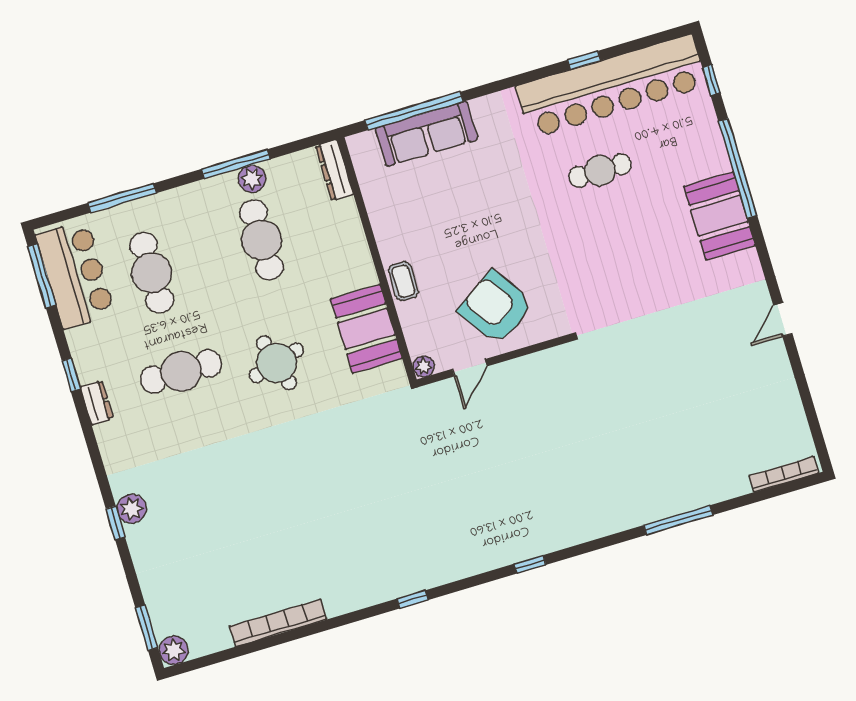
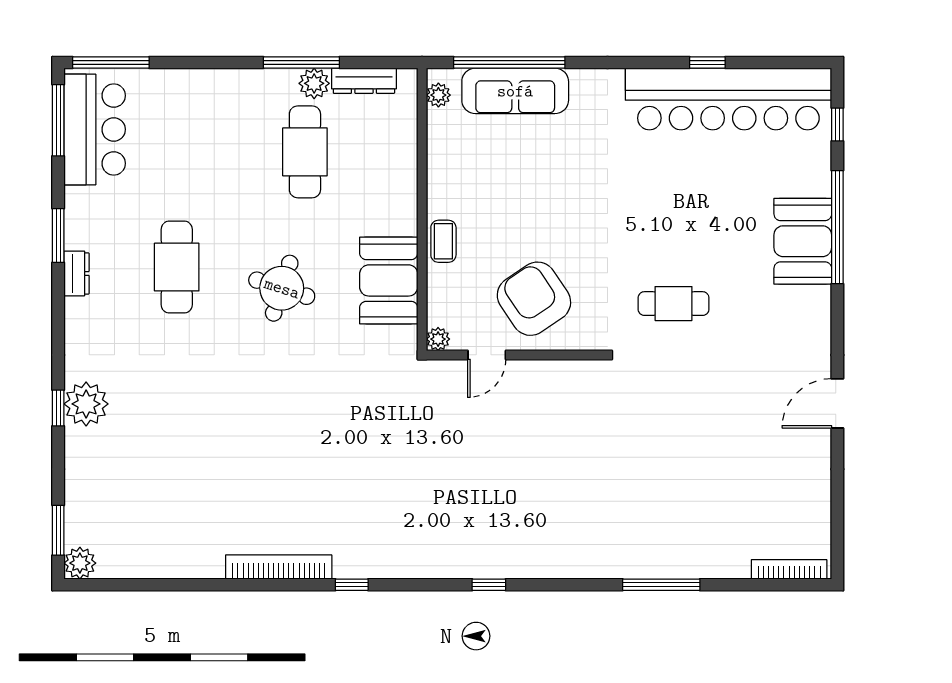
plant: (362, 157) -> (438, 95), added
dresser: (334, 170) -> (364, 81), moved, turned -90
cafe table: (600, 171) -> (674, 304), moved
window: (122, 198) -> (111, 62), moved
booth: (720, 216) -> (803, 241), moved
cafe table: (152, 273) -> (177, 152), removed
door: (783, 320) -> (837, 403), width x1.38
round table: (277, 363) -> (282, 288), turned 34
cafe table: (181, 372) -> (177, 267), turned 90
window: (71, 375) -> (58, 235), width x1.50
plant: (132, 509) -> (86, 404), width x1.36, depth x1.36
bookcase: (278, 623) -> (279, 567), moved

